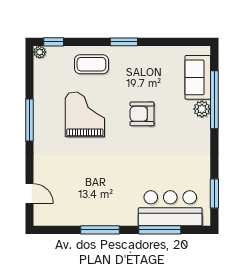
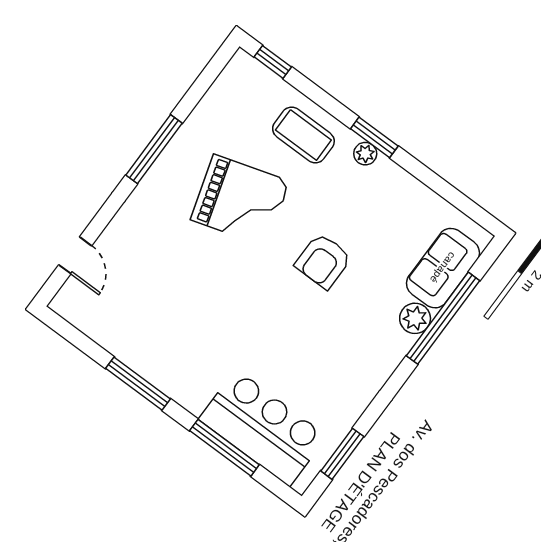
plant: (40, 52) -> (365, 154), moved
grand piano: (85, 114) -> (240, 200), turned 73
armchair: (142, 114) -> (323, 261), turned -90

